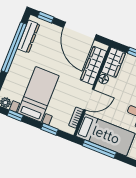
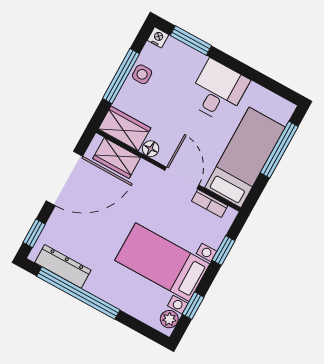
wardrobe: (93, 66) -> (117, 158), width x0.67
window: (99, 149) -> (279, 150), moved

